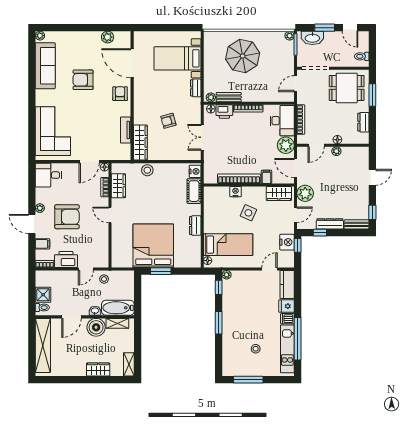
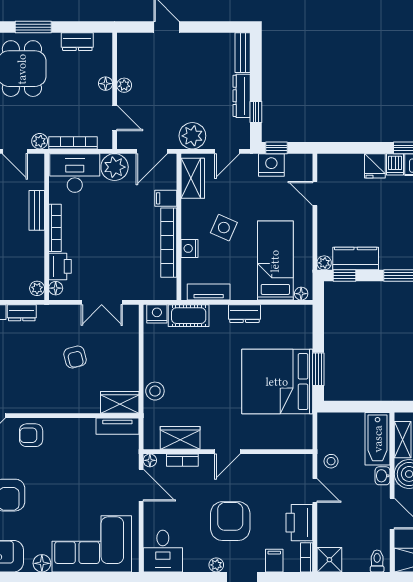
bench: (229, 97) -> (37, 210), moved
plant: (302, 99) -> (40, 141), added
floor lamp: (41, 100) -> (42, 563), added
tv unit: (126, 130) -> (117, 426), moved
wardrobe: (140, 143) -> (120, 402), width x0.67
tv unit: (209, 203) -> (209, 292), added
window: (372, 212) -> (223, 27), removed
door: (296, 215) -> (227, 151), swing flipped
kitchen counter: (287, 285) -> (356, 258), moved, turned 180
shower: (43, 295) -> (329, 560), moved

